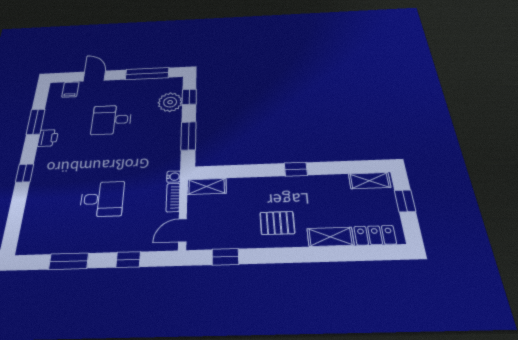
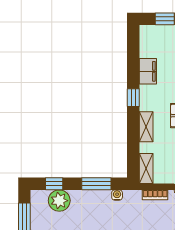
water cooler: (174, 177) -> (117, 195), moved
shelving: (370, 181) -> (146, 127), moved
filing cabinet: (332, 184) -> (148, 71), added

